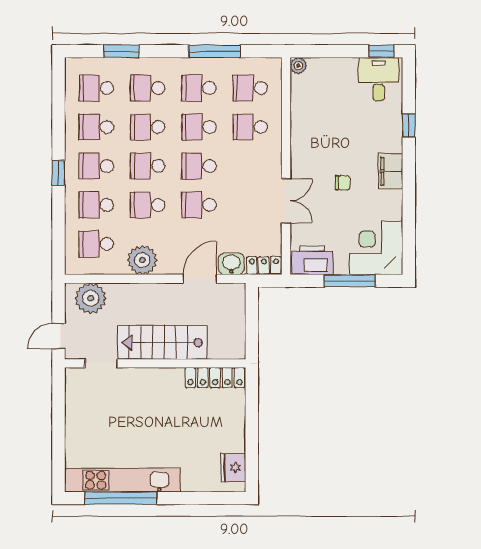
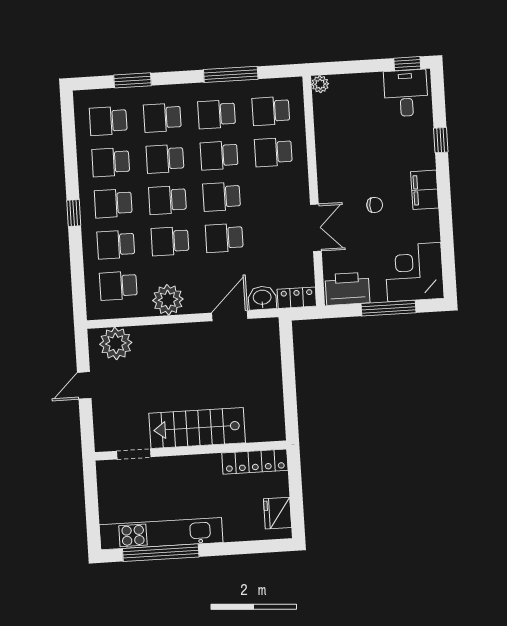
stairs: (162, 342) -> (197, 428), moved
doorway: (101, 363) -> (134, 454), moved
wall: (155, 363) -> (191, 451), moved
locker: (215, 377) -> (255, 462), moved

